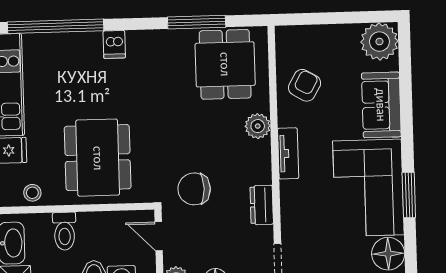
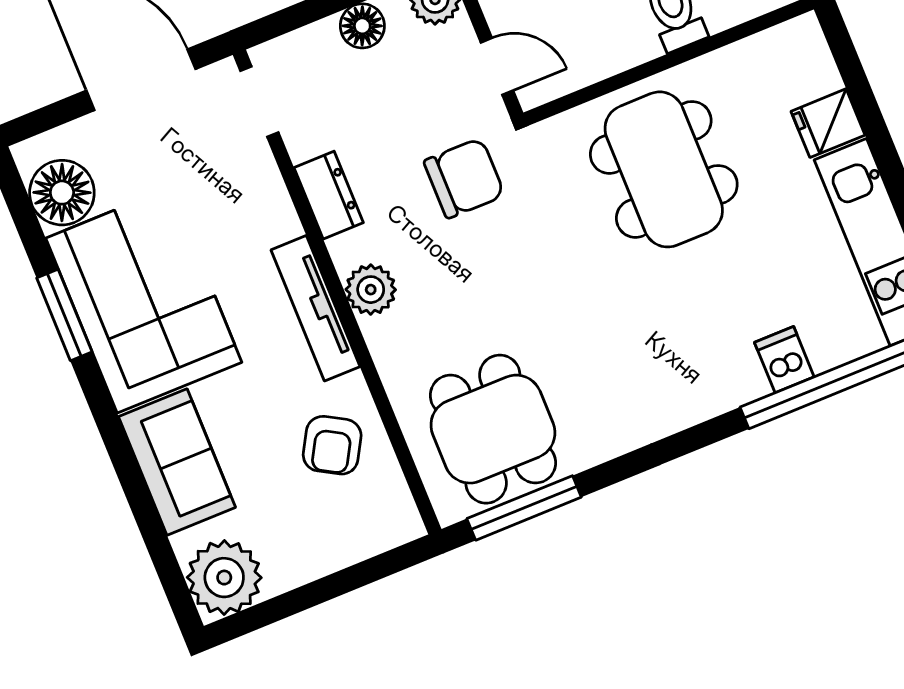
window: (197, 22) -> (524, 508), moved
dishwasher: (114, 44) -> (784, 360), moved
plant: (258, 126) -> (371, 290), moved
tv unit: (288, 153) -> (315, 308), width x1.41
stool: (32, 193) -> (760, 60), removed

